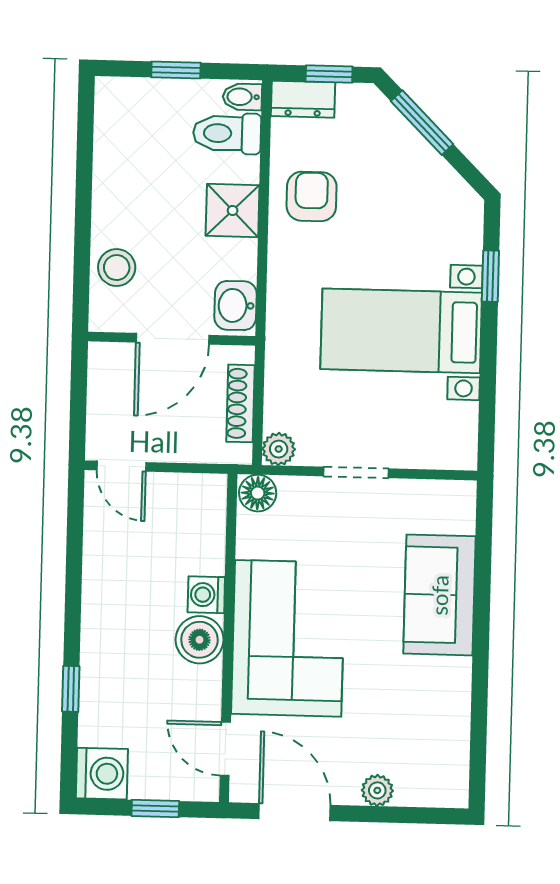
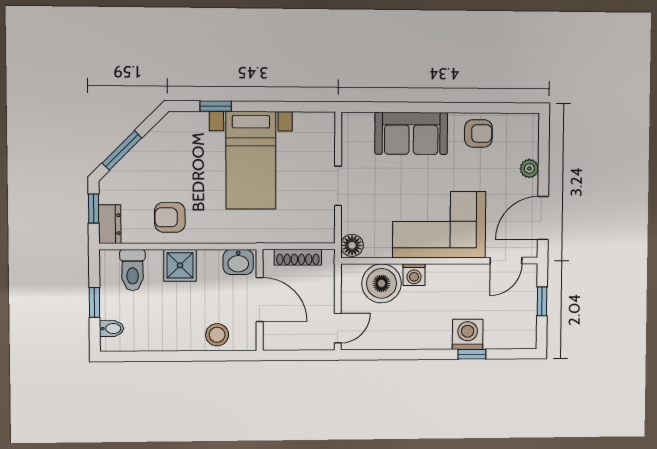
bidet: (242, 97) -> (112, 329), moved, turned -90
plant: (279, 449) -> (325, 233), removed
boiler: (200, 640) -> (382, 283), moved, width x1.37, depth x1.37
armchair: (437, 706) -> (478, 133), added
washing machine: (102, 774) -> (468, 334), moved

